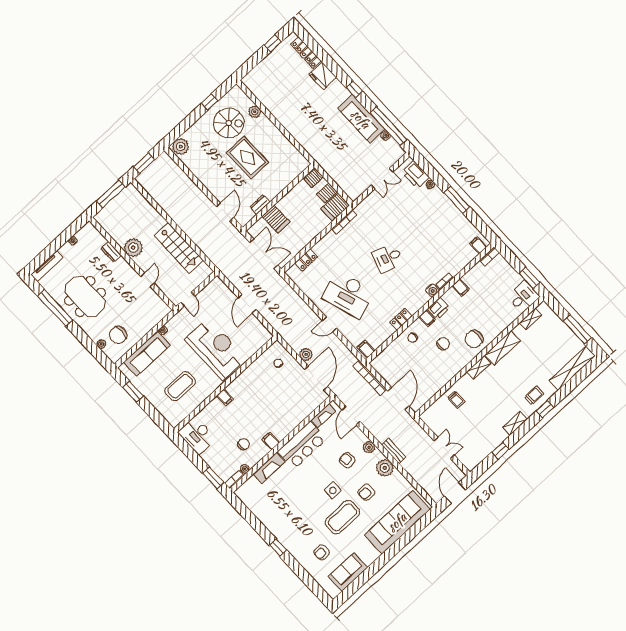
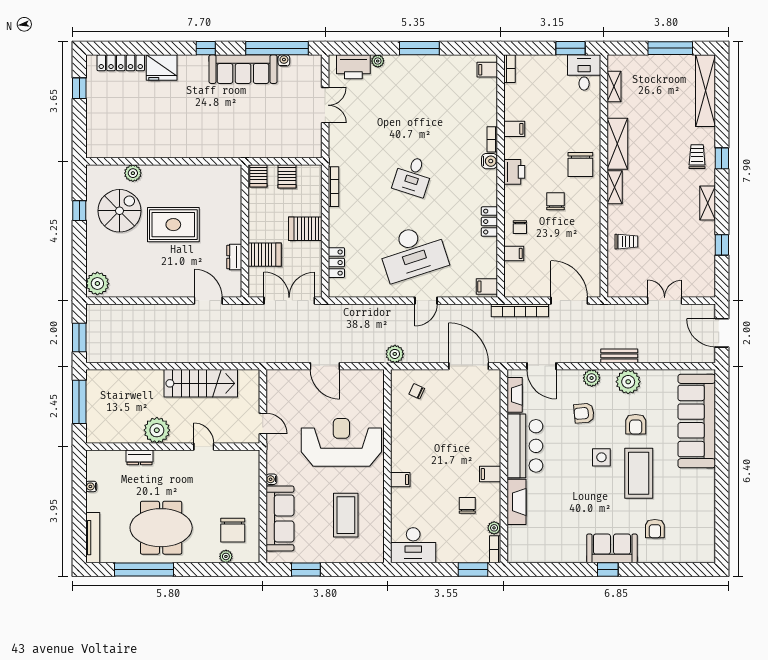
server rack: (335, 207) -> (305, 229), moved, turned 90
filing cabinet: (427, 318) -> (514, 253), moved
plant: (306, 354) -> (395, 354), moved
sofa: (348, 572) -> (612, 548), moved, turned 90

